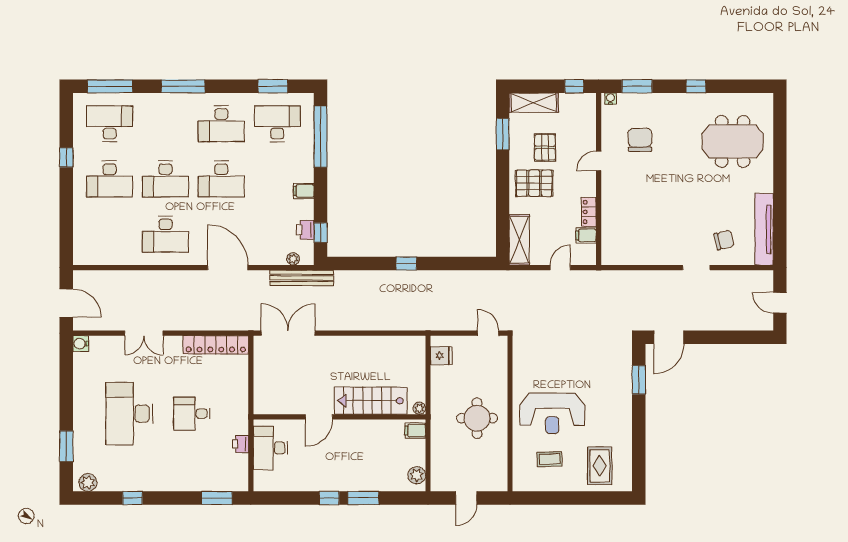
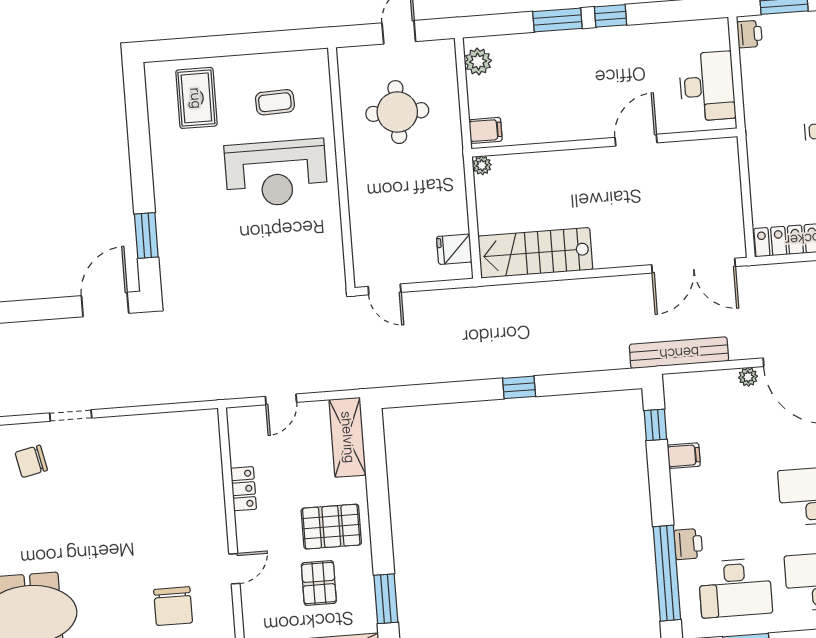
filing cabinet: (304, 191) -> (684, 456), moved
printer: (305, 230) -> (688, 544), moved
filing cabinet: (586, 235) -> (245, 452), removed
plant: (293, 259) -> (748, 377), moved
stairs: (371, 401) -> (535, 253), moved, turned 180
reception desk: (552, 413) -> (276, 173), turned 180
round table: (477, 418) -> (397, 112), moved
printer: (241, 444) -> (749, 34), moved

